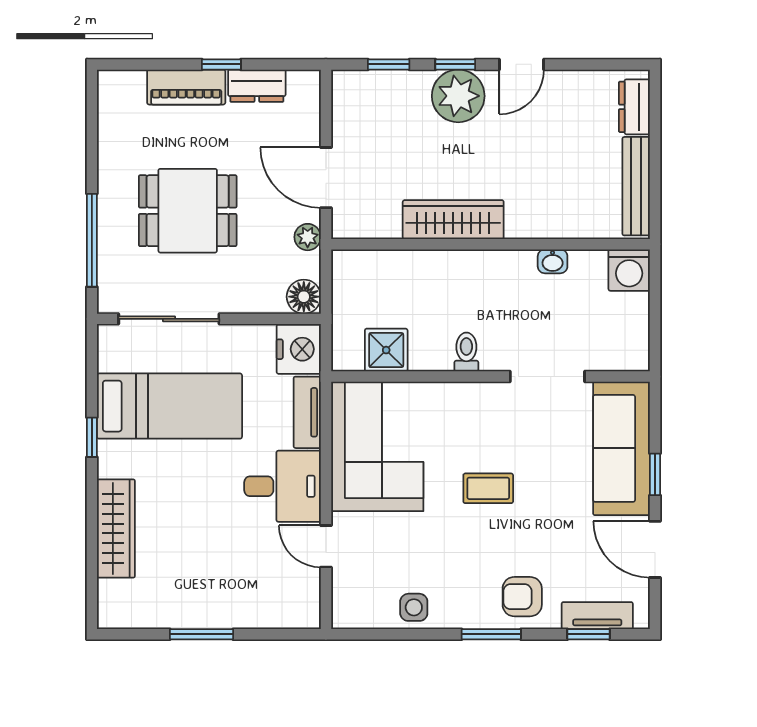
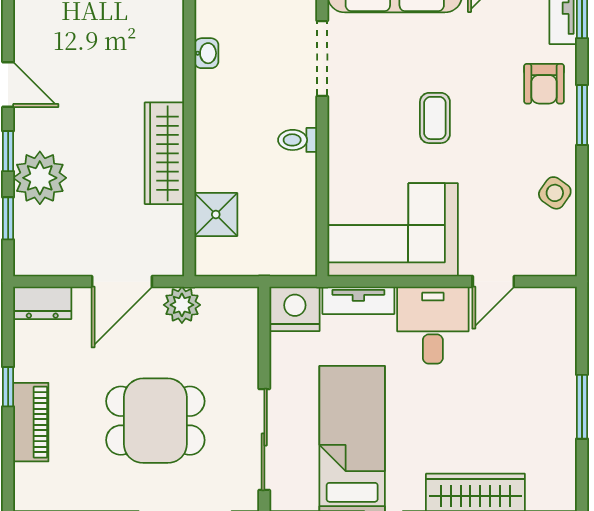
dresser: (257, 86) -> (42, 303), moved, turned 90
plant: (458, 96) -> (40, 178), moved
dining table: (188, 211) -> (155, 421), turned 90
plant: (308, 237) -> (182, 305), width x1.38, depth x1.38
floor lamp: (304, 297) -> (242, 304), removed
shower: (386, 350) -> (216, 214), moved
side table: (414, 607) -> (555, 193), turned 35

